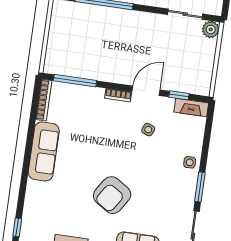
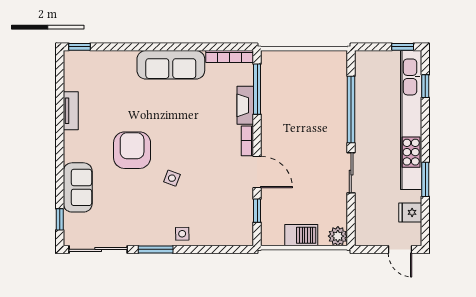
sliding door: (185, 14) -> (351, 173), moved
barbecue: (205, 61) -> (301, 235), added
fireplace: (191, 108) -> (245, 105), moved
side table: (148, 130) -> (172, 178), moved
armchair: (112, 195) -> (132, 150), turned 57

